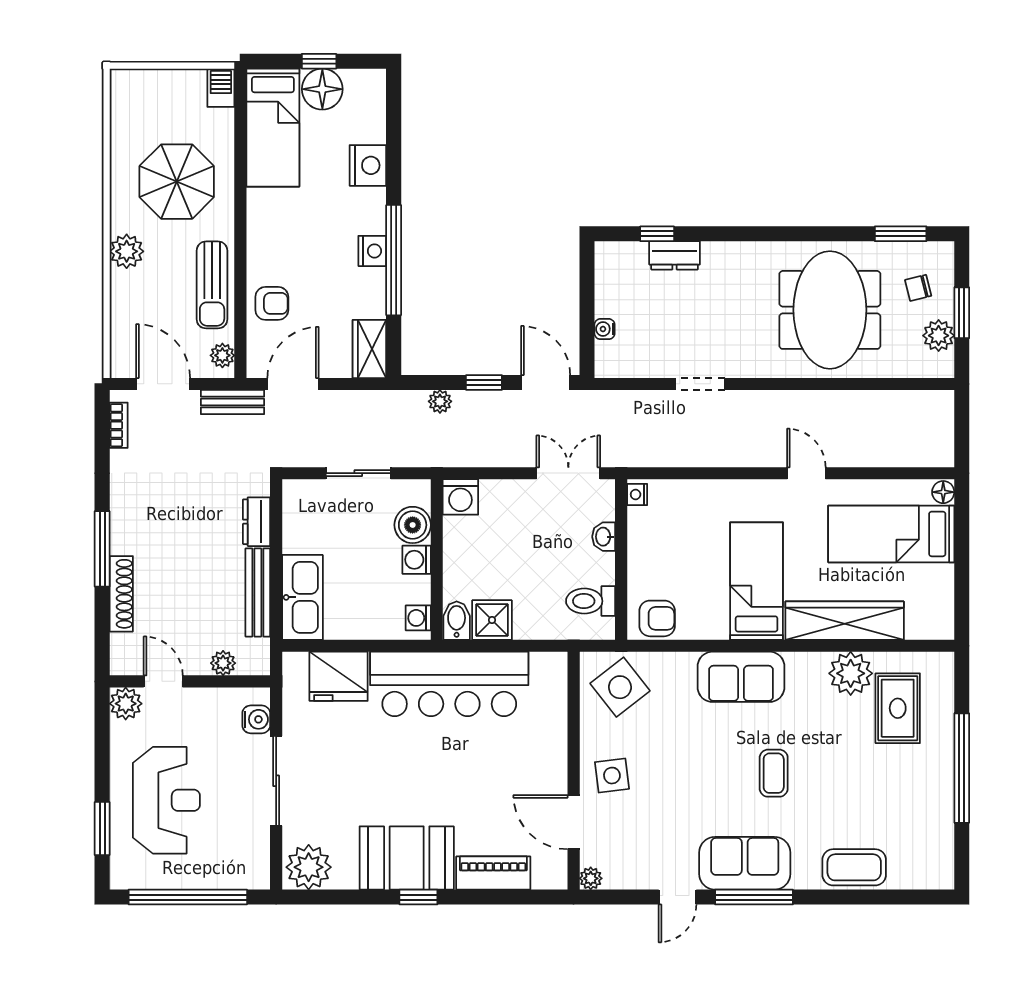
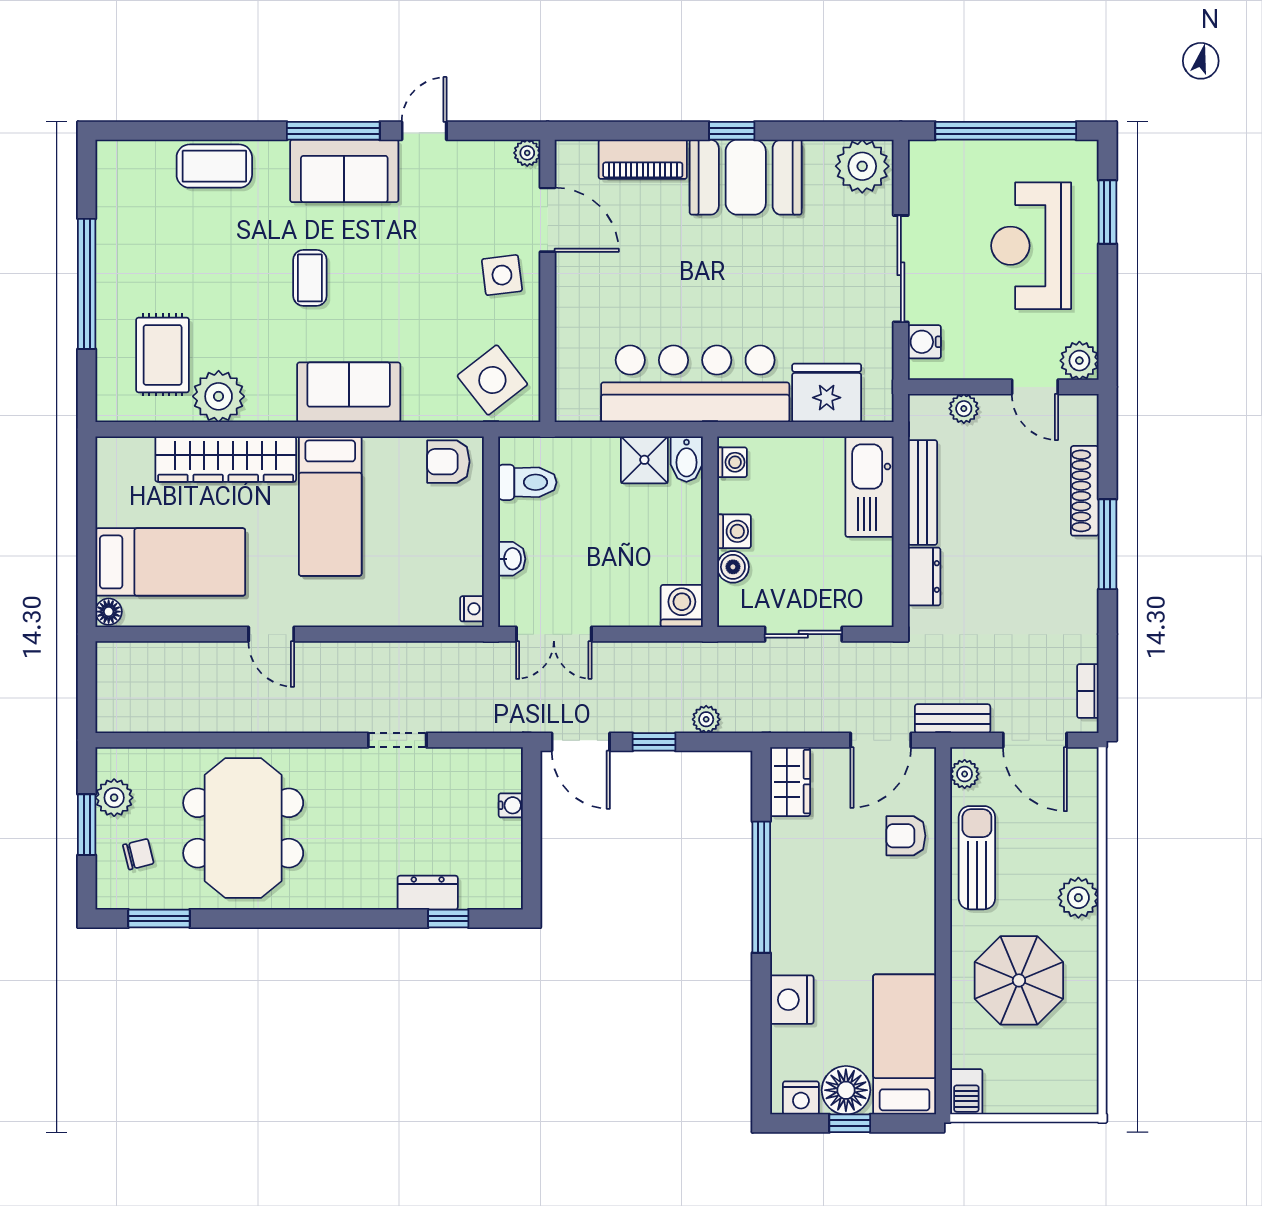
nightstand: (372, 251) -> (801, 1098), moved, turned -90
boiler: (413, 525) -> (733, 567), width x0.73, depth x0.73

